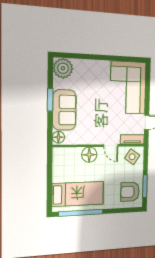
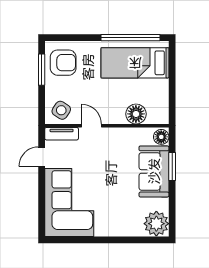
window: (50, 100) -> (172, 166), moved
floor lamp: (89, 155) -> (136, 114), moved

